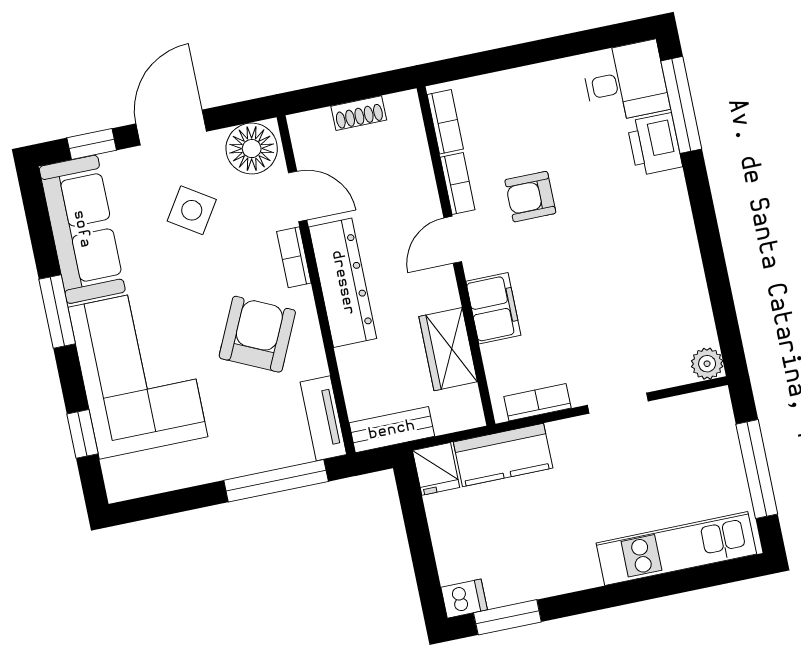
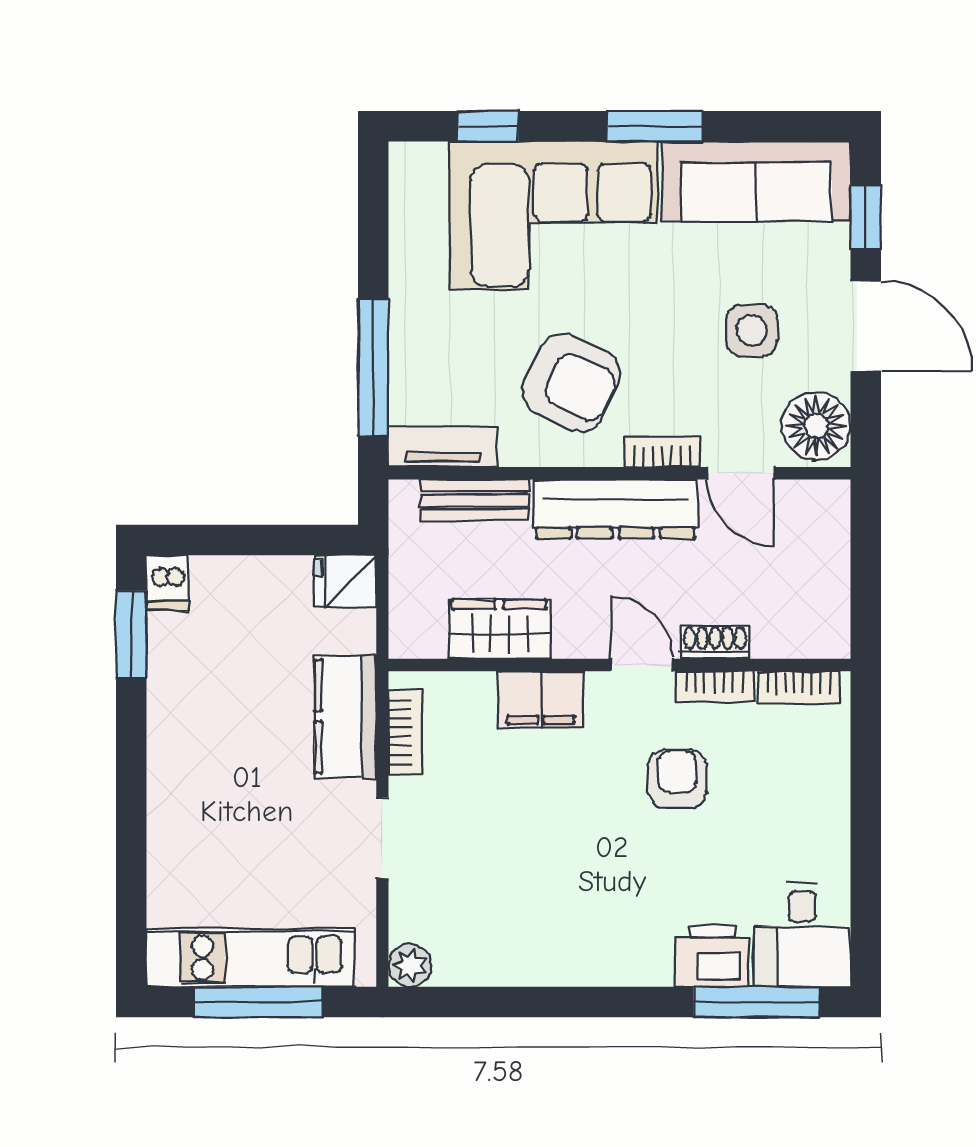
shoe rack: (359, 113) -> (715, 642), moved, turned 90
door: (298, 196) -> (741, 473), hinge flipped
side table: (192, 210) -> (752, 330), turned -33
bench: (392, 430) -> (475, 500), moved, turned 90
kitchen counter: (503, 455) -> (345, 716), moved
kitchen unit: (676, 549) -> (250, 958), moved, turned -90

